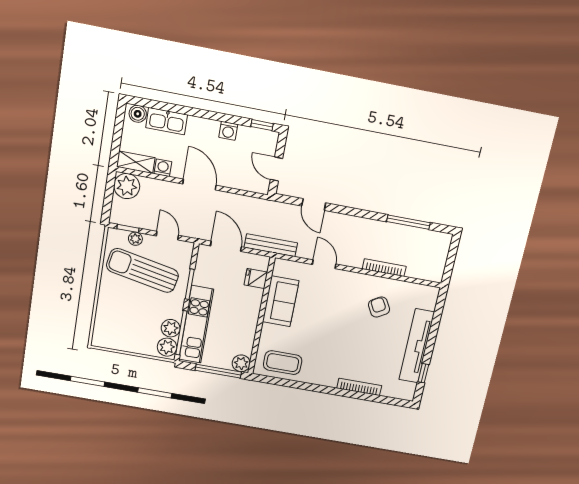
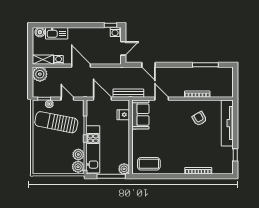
washing machine: (228, 131) -> (115, 32), moved
door: (276, 169) -> (123, 48), swing flipped
sofa: (281, 301) -> (140, 115), moved
tv unit: (417, 346) -> (227, 123), moved

